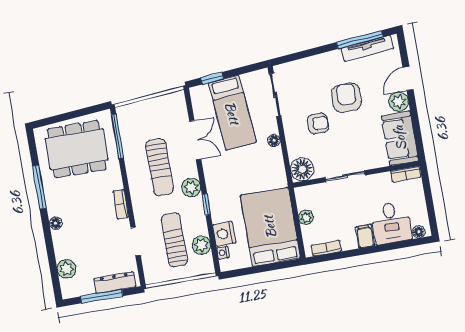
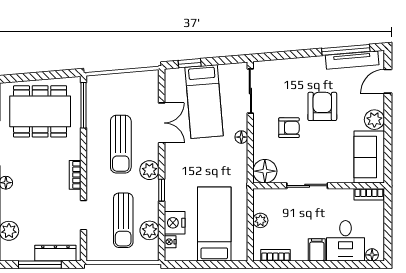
door: (408, 78) -> (388, 81), moved
bed: (270, 227) -> (214, 224), width x0.67
sun lounger: (174, 240) -> (123, 220), turned 180

